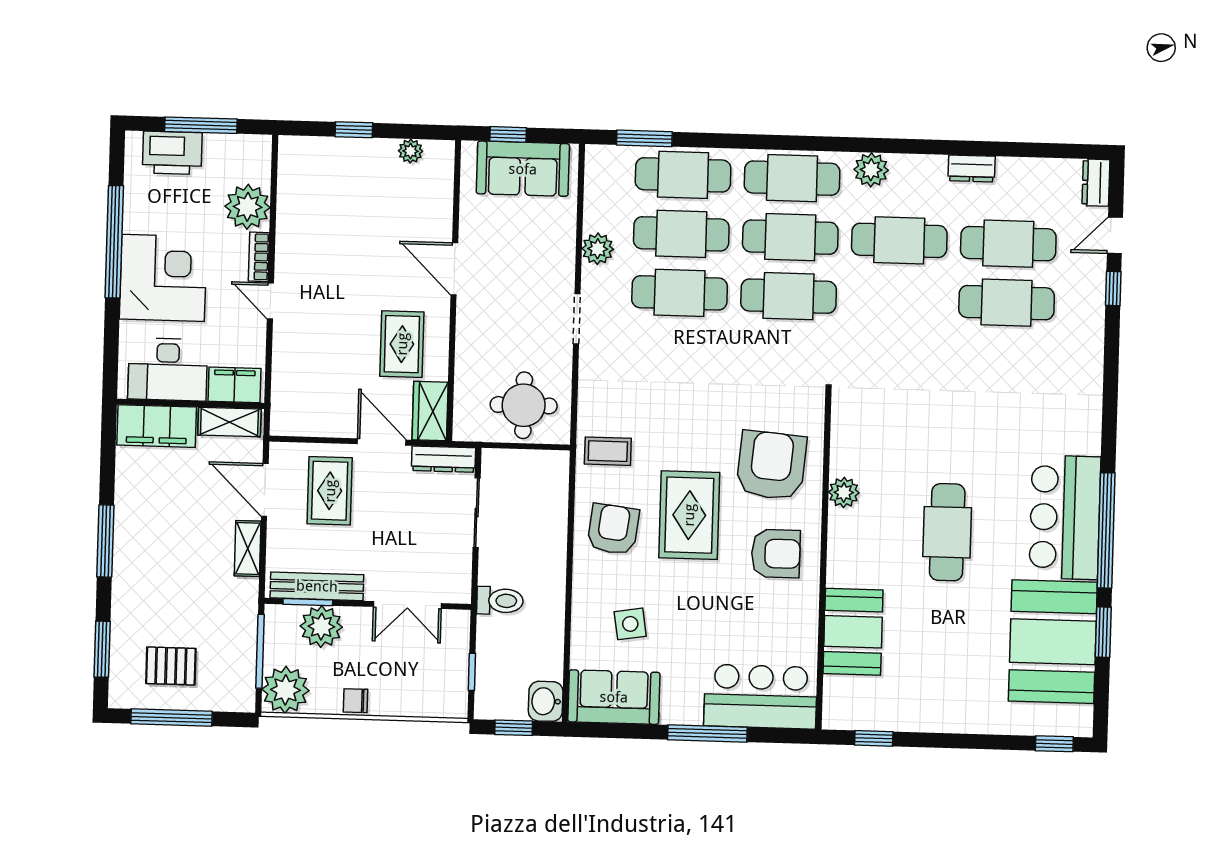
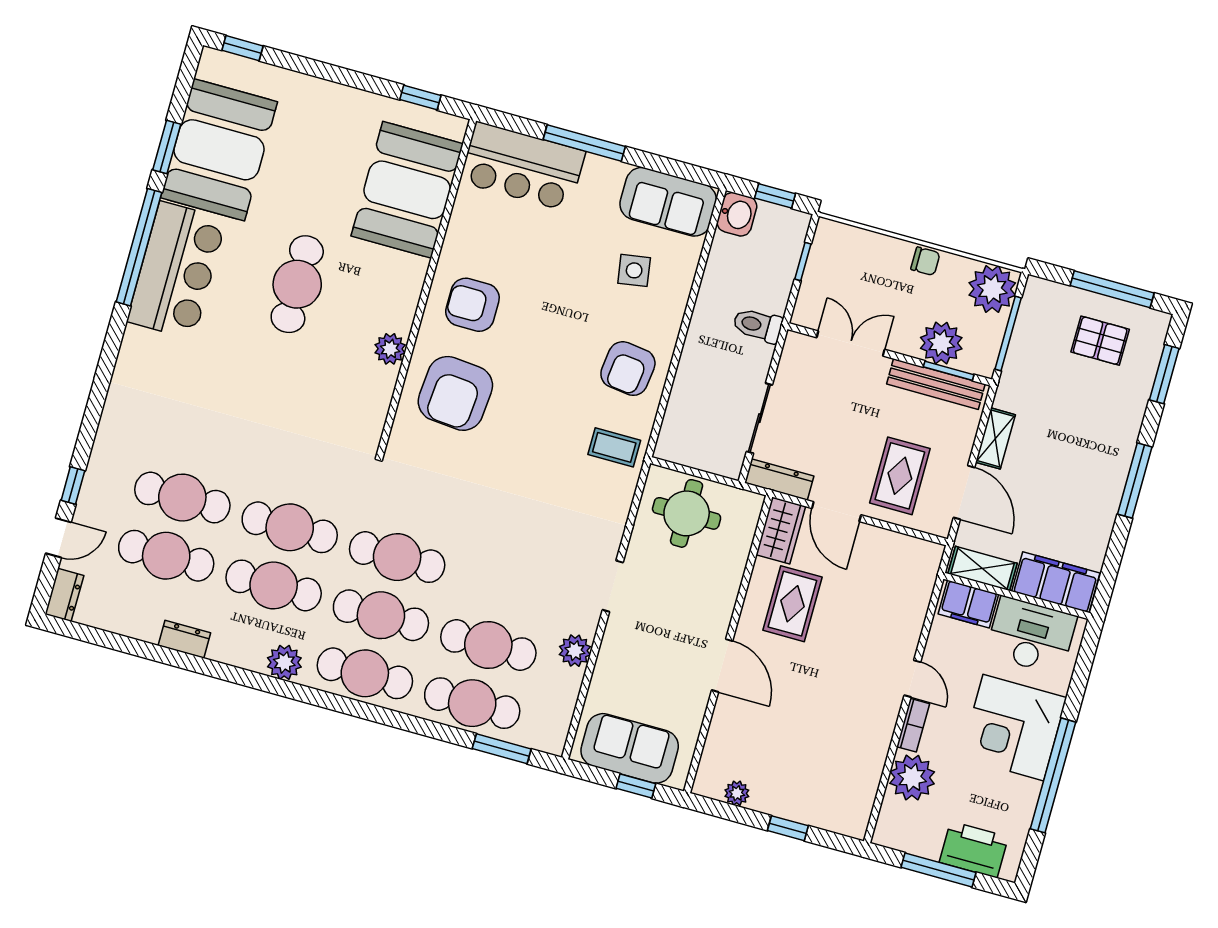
cafe table: (680, 293) -> (290, 527), moved
rug: (689, 515) -> (549, 364), removed
booth: (853, 632) -> (407, 190), width x1.36, depth x1.42

